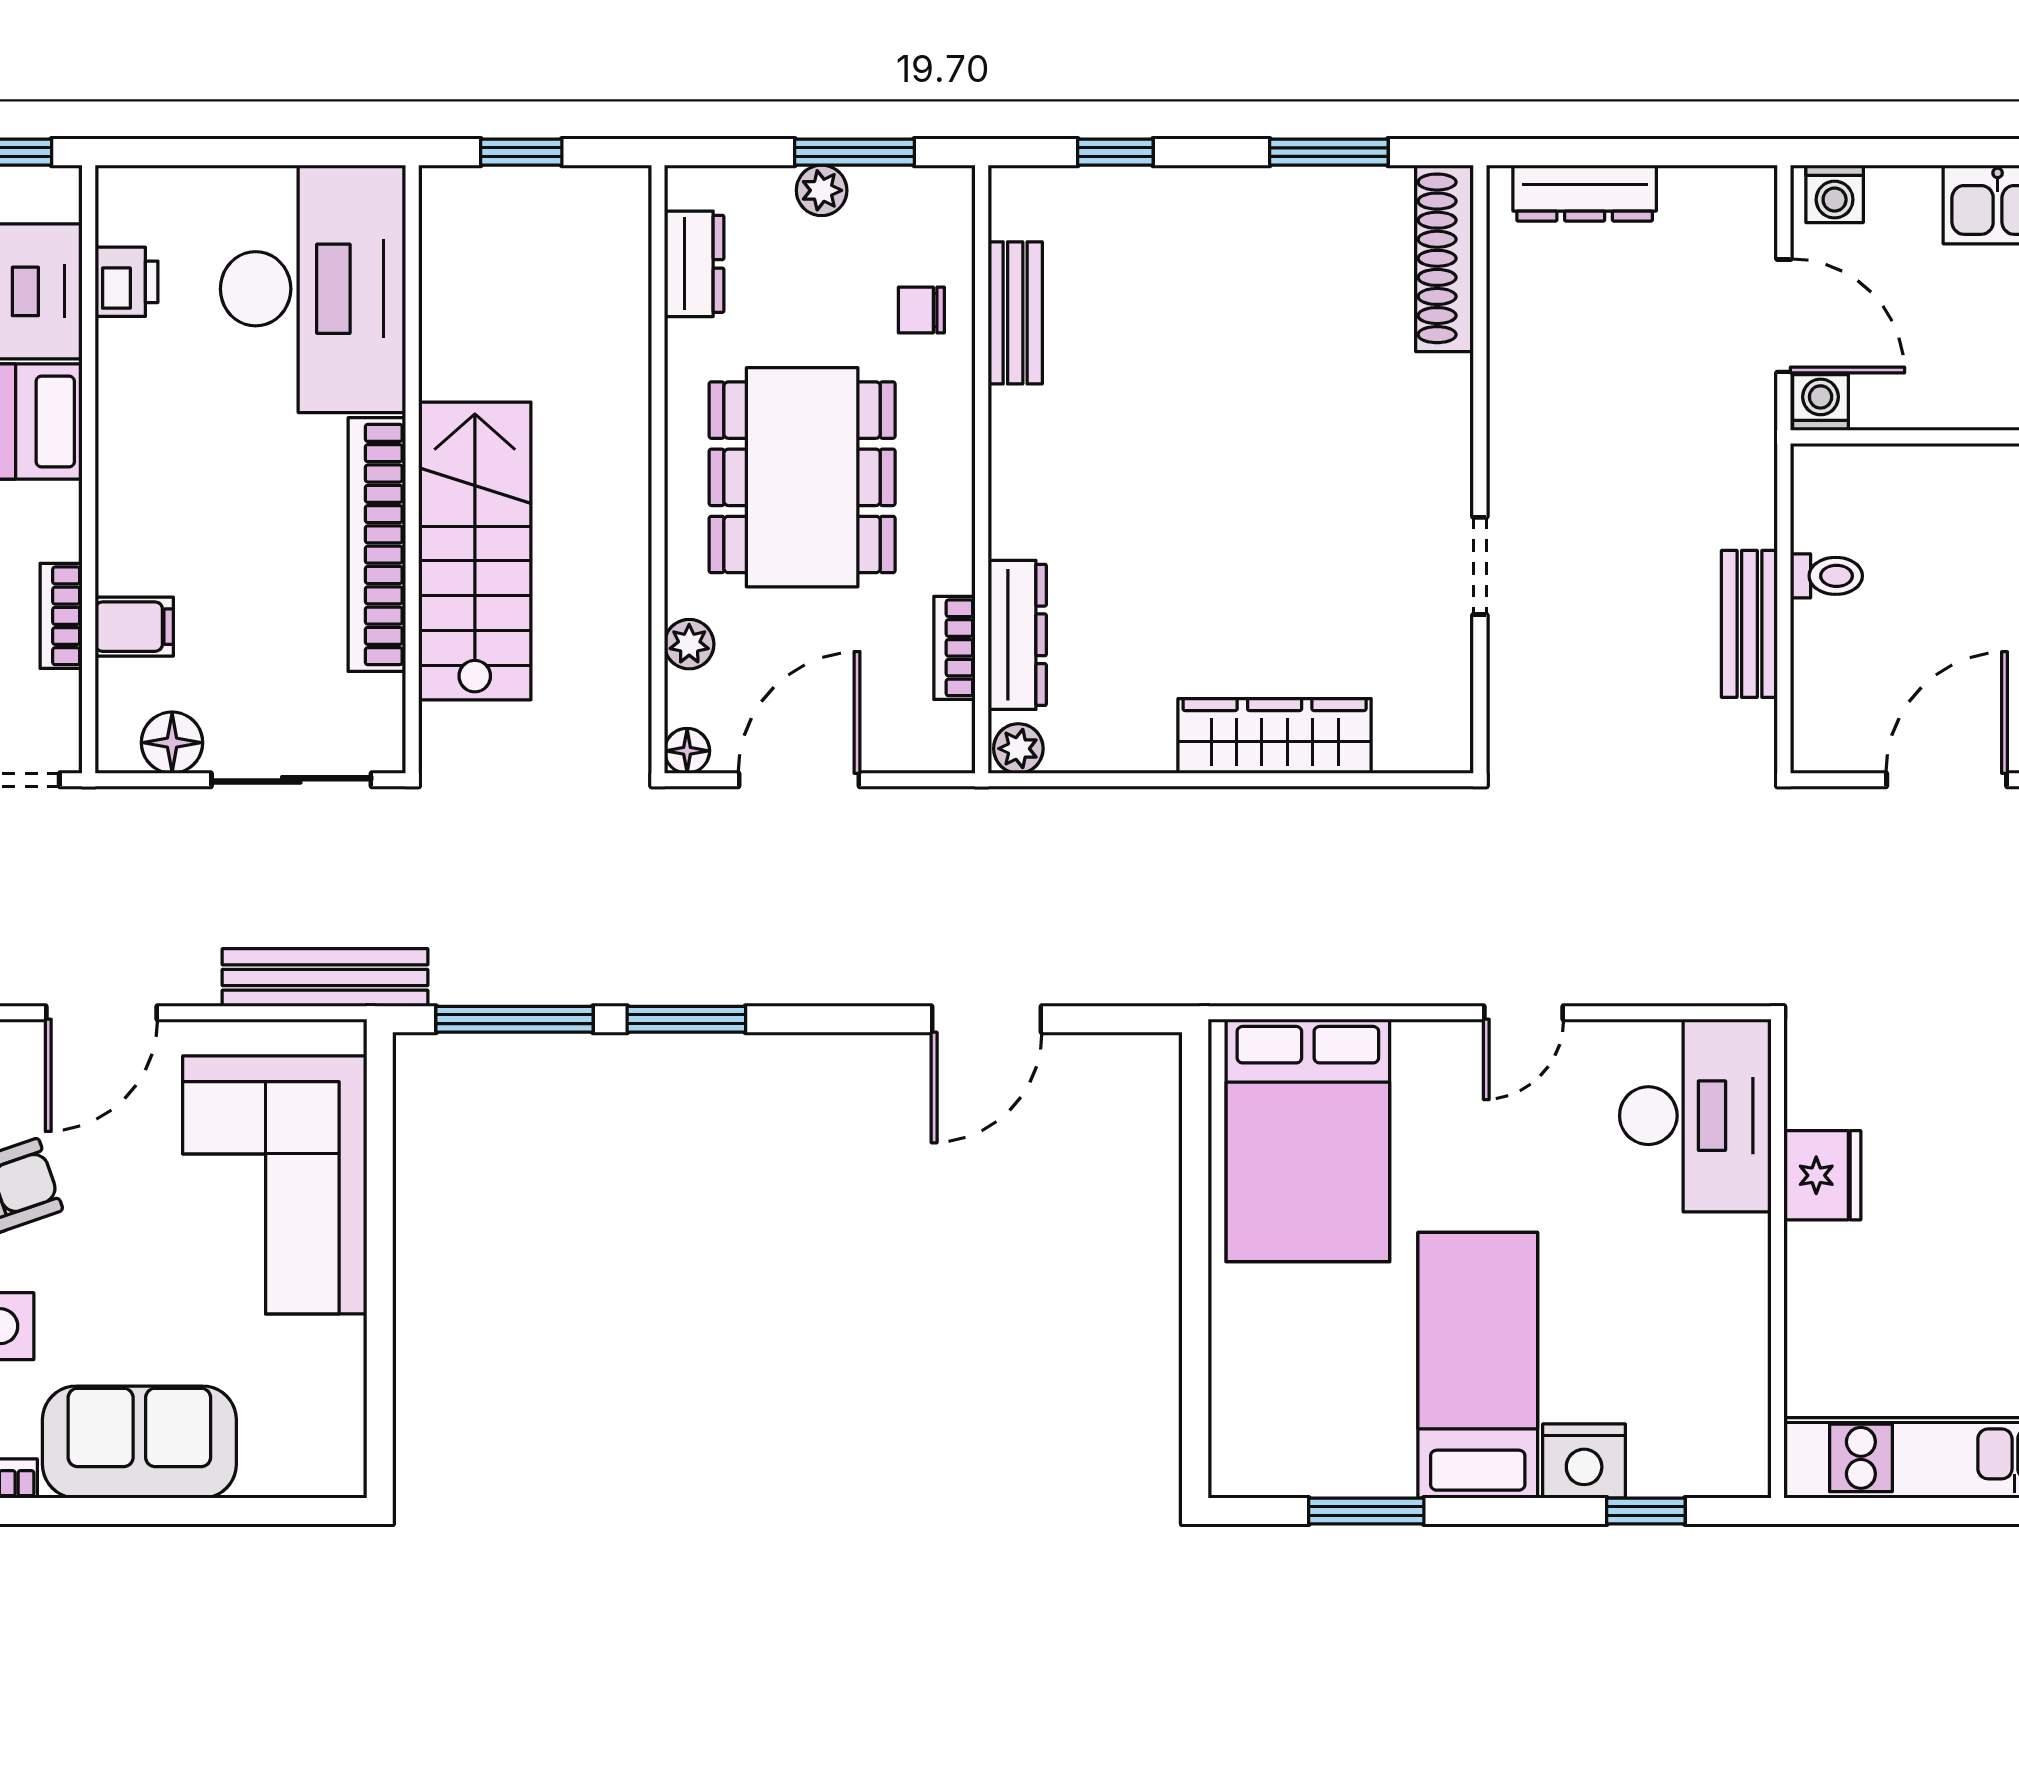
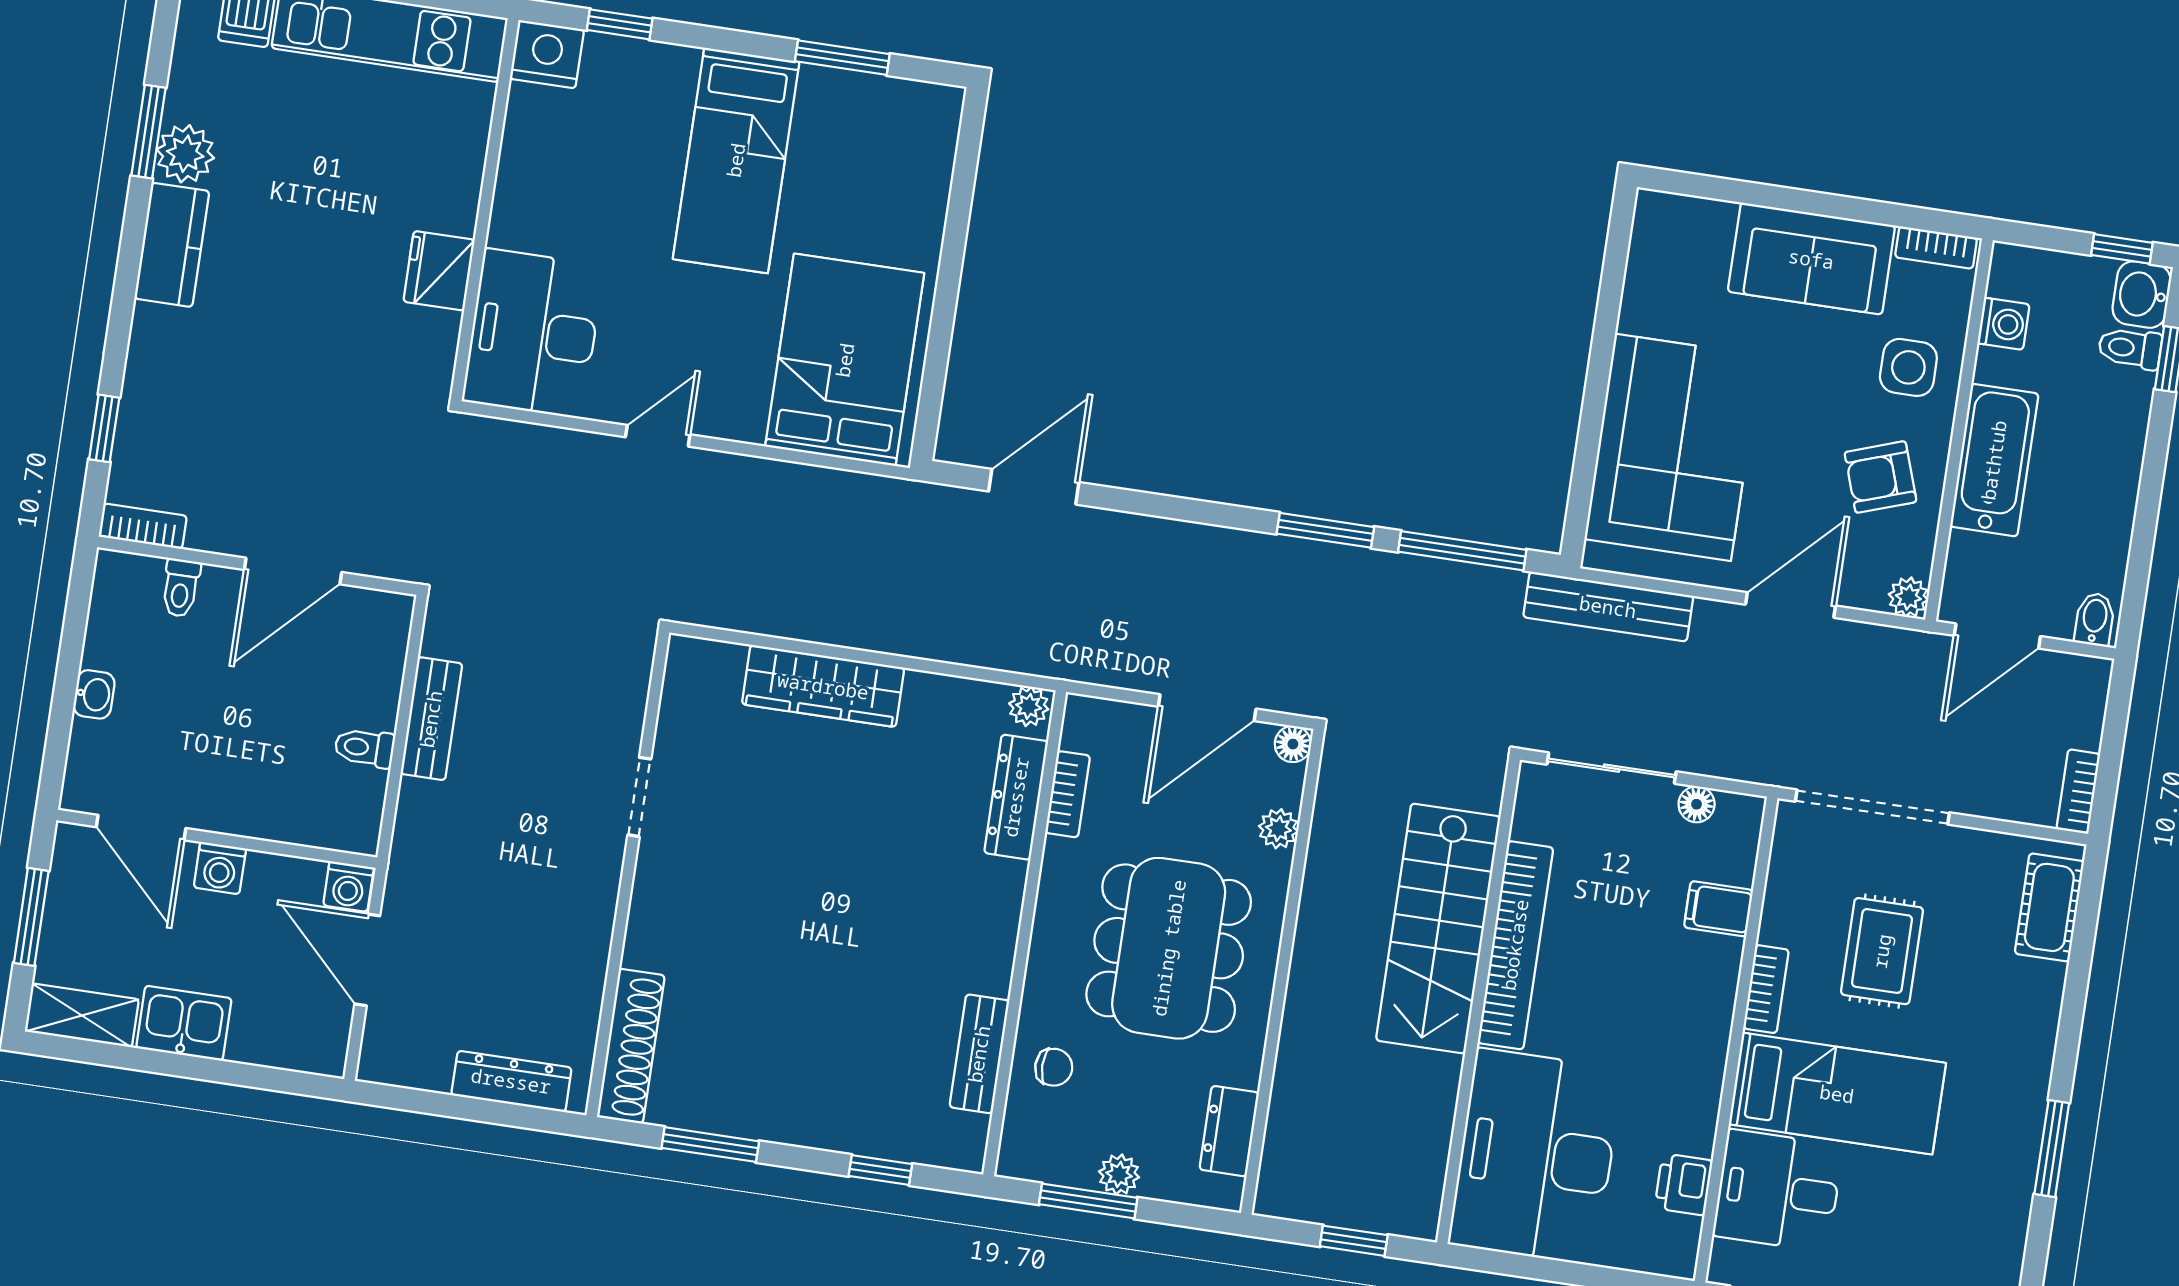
washing machine: (1835, 194) -> (220, 868), moved, turned 180
bookcase: (61, 616) -> (1766, 989), moved
floor lamp: (172, 743) -> (1697, 804), width x0.73, depth x0.73
door: (987, 1019) -> (1034, 487), moved
nightstand: (1584, 1461) -> (547, 54), moved

